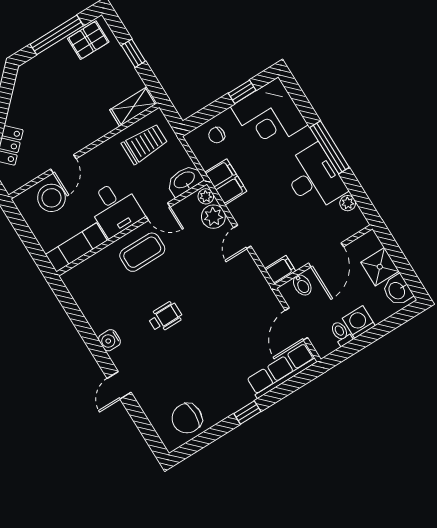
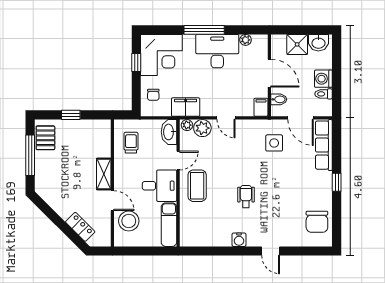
shelving: (133, 107) -> (104, 174), moved
trolley: (145, 144) -> (131, 143), width x0.73, depth x0.72
side table: (248, 311) -> (274, 143), added

